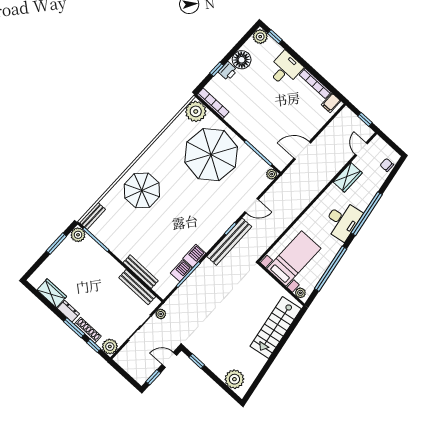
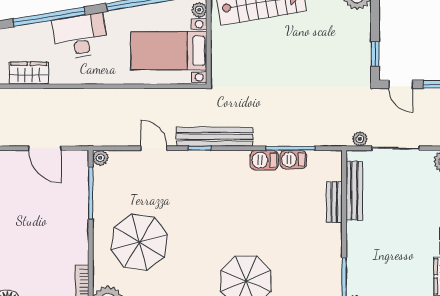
parasol: (211, 155) -> (139, 242), width x0.73, depth x0.73
bench: (141, 272) -> (334, 202), width x0.73

